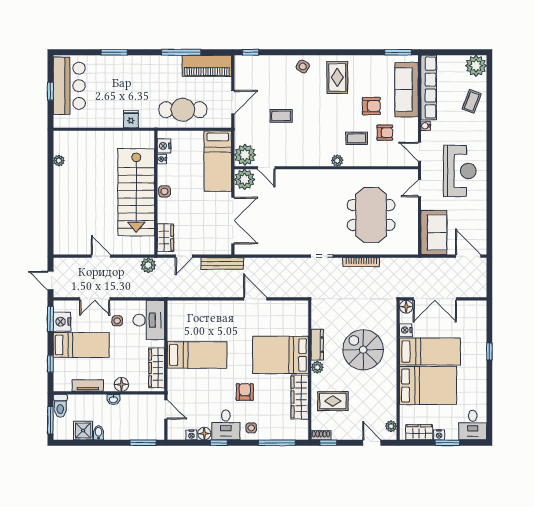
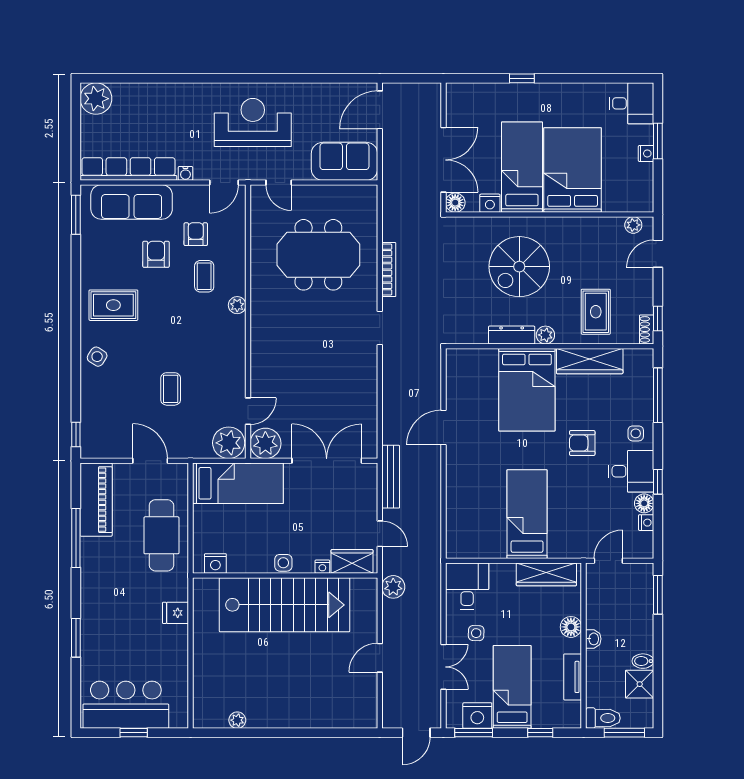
coffee table: (472, 101) -> (149, 105), removed
nightstand: (162, 159) -> (322, 567), moved
desk: (149, 320) -> (467, 586), width x0.73
wardrobe: (419, 432) -> (642, 183), removed

